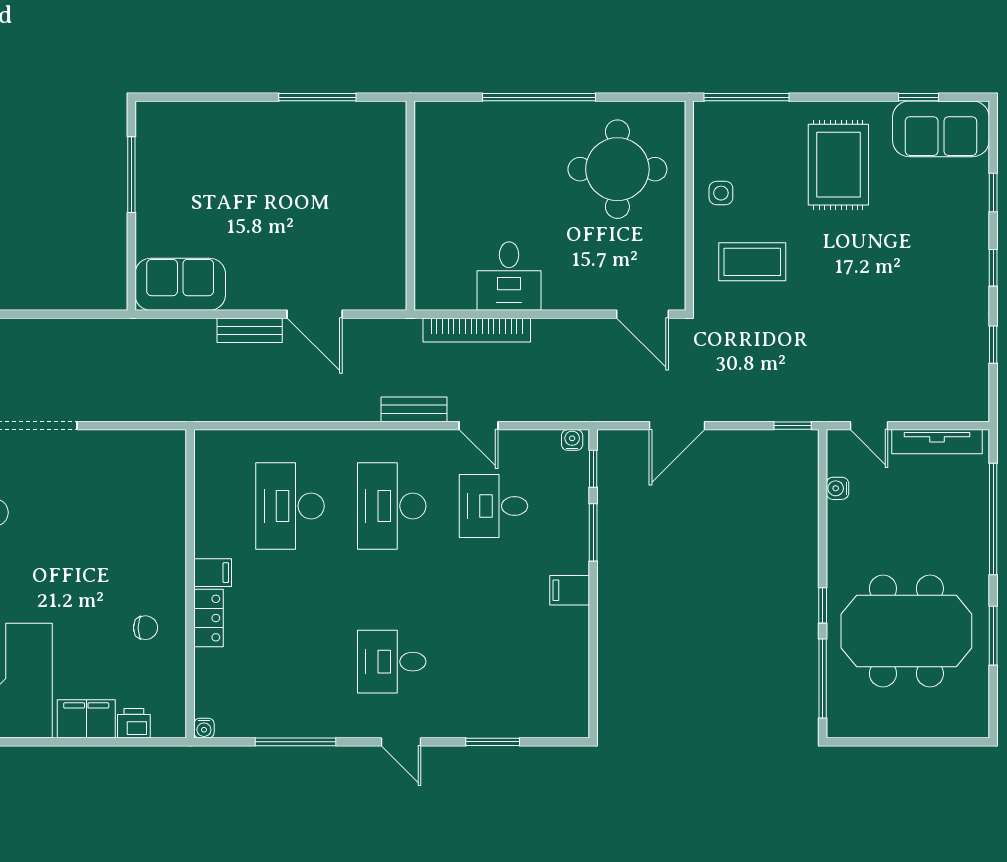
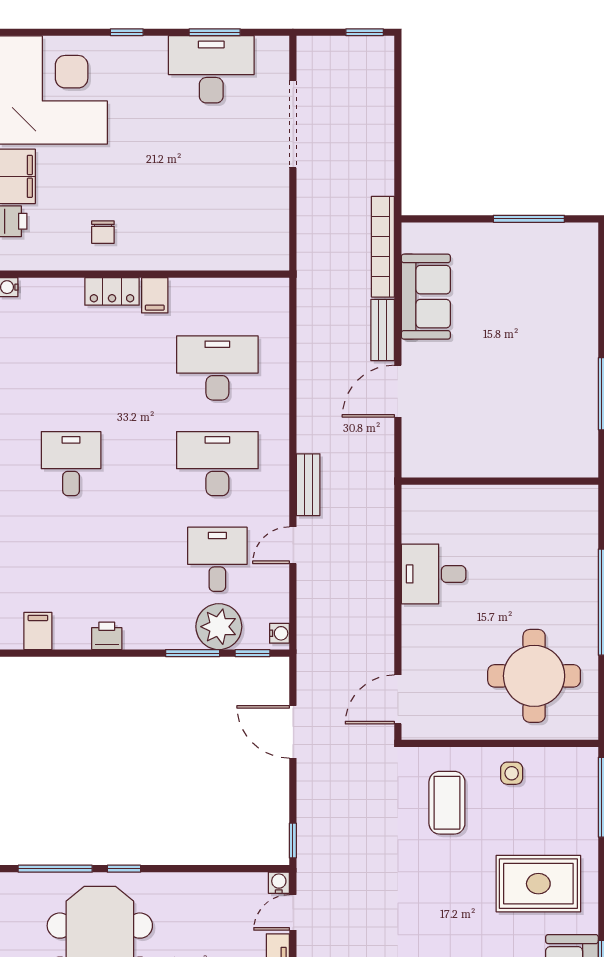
sofa: (180, 284) -> (426, 297), moved
bookcase: (477, 330) -> (383, 247), moved
water cooler: (837, 488) -> (279, 883), moved
plant: (565, 504) -> (219, 627), added
filing cabinet: (570, 590) -> (38, 631), moved
printer: (575, 624) -> (107, 636), added

